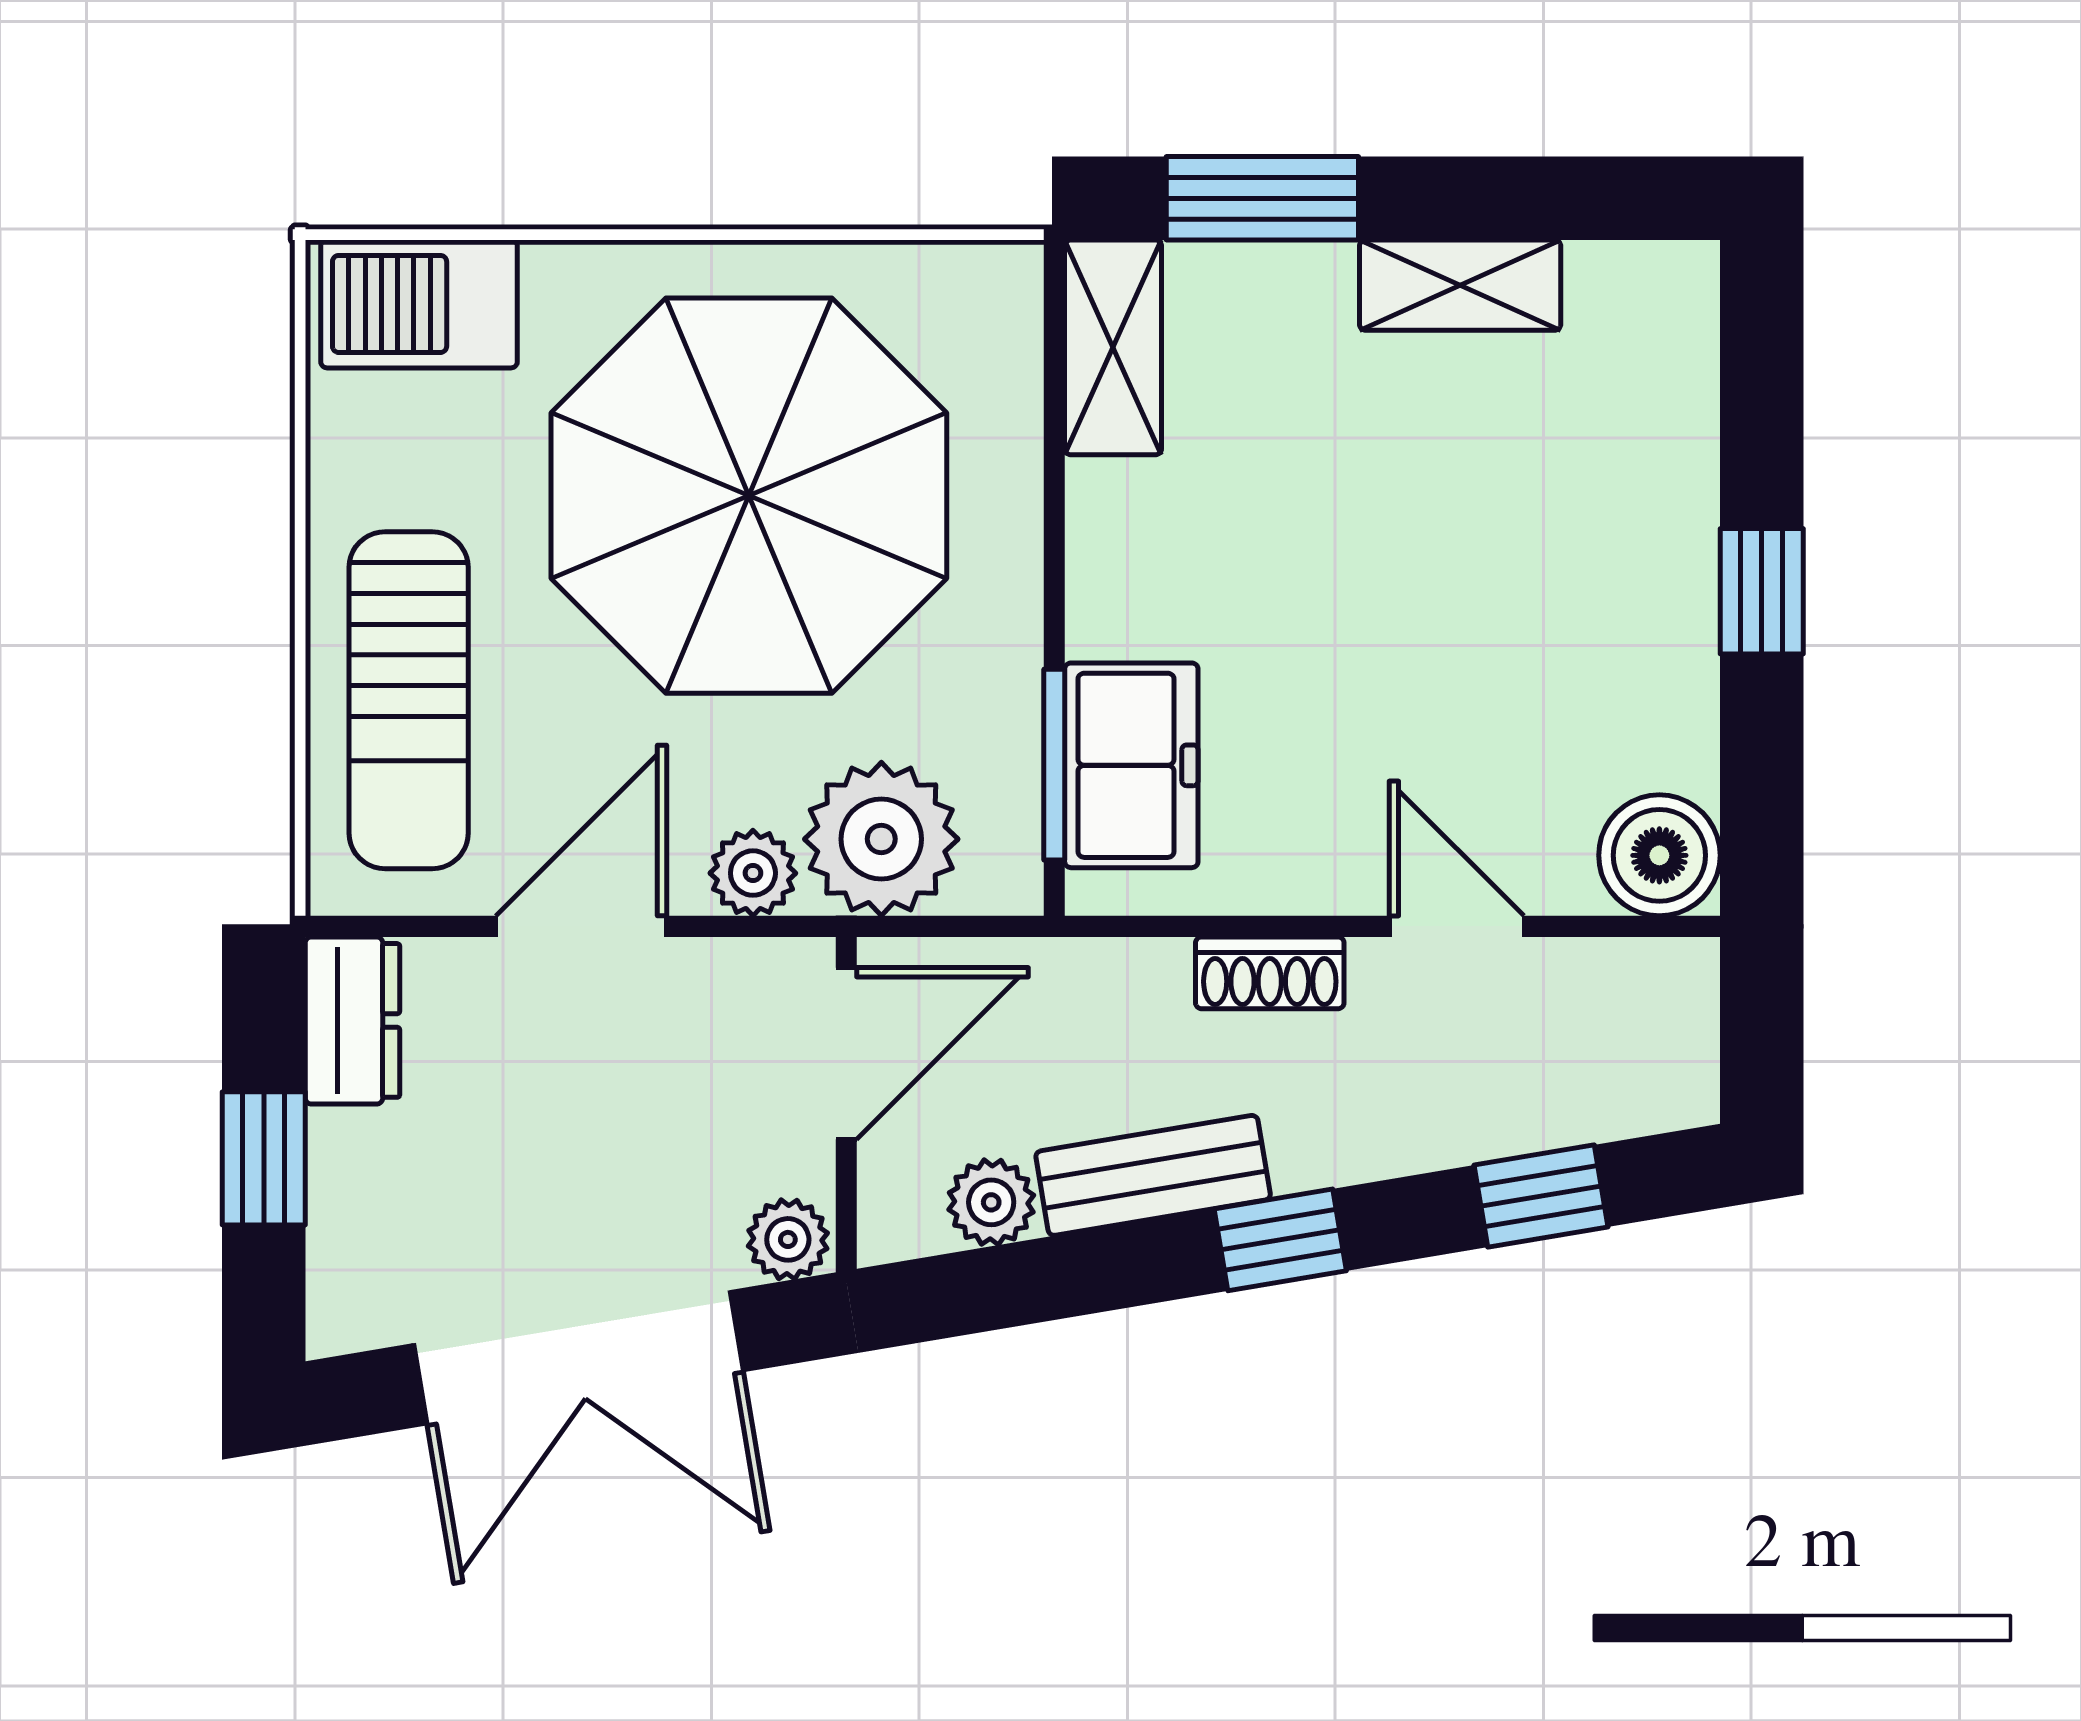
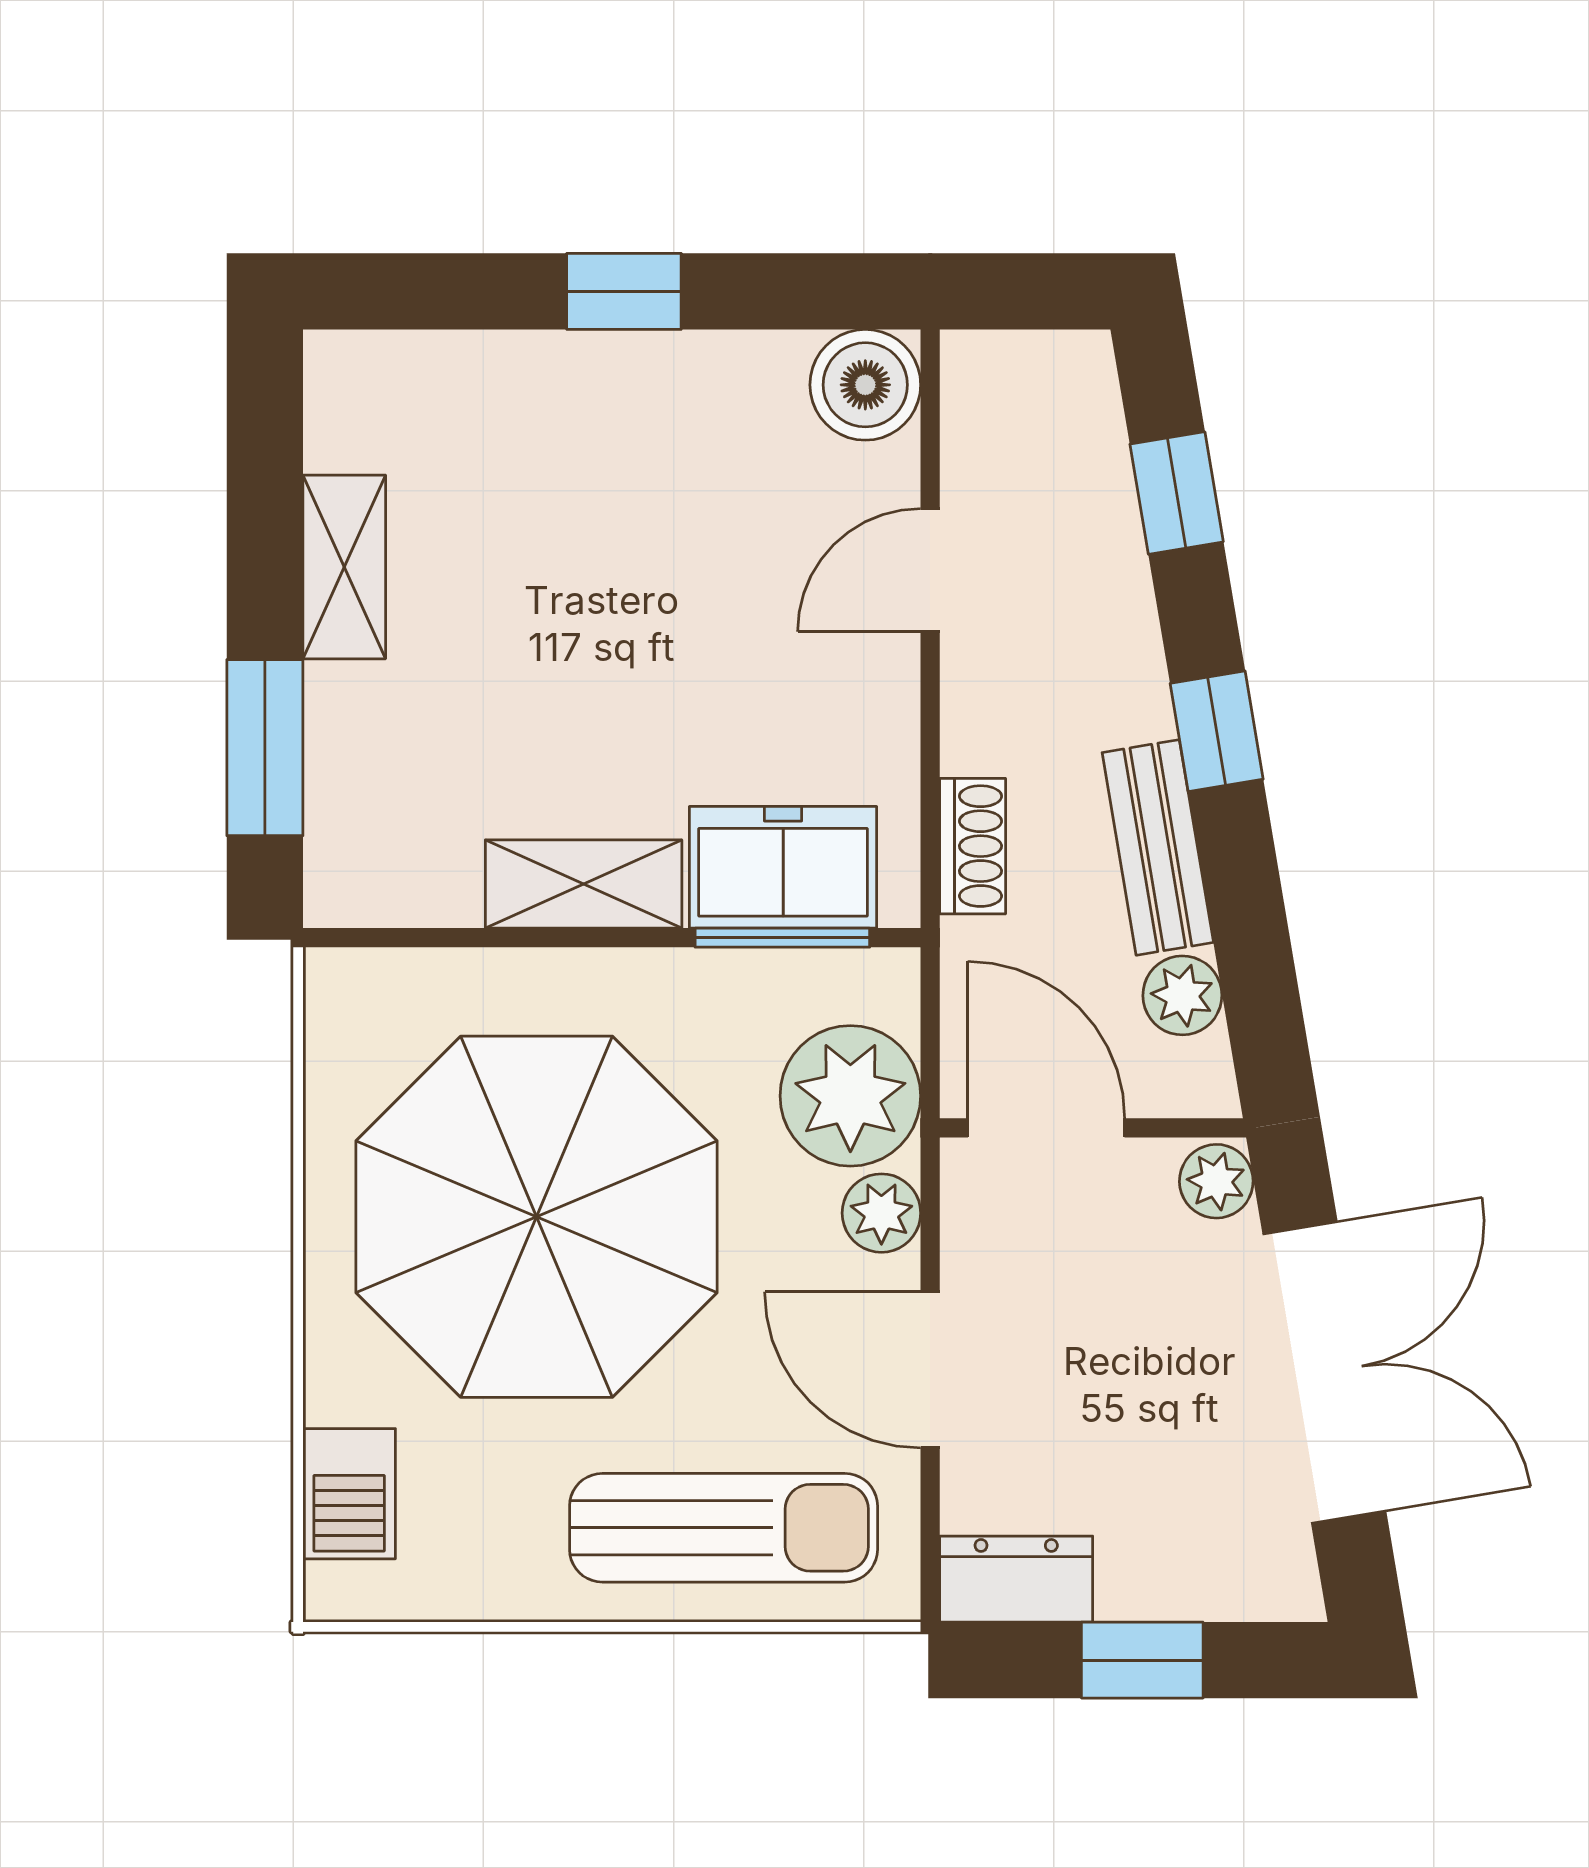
barbecue: (419, 304) -> (349, 1494), width x0.73, depth x0.79
shelving: (1113, 347) -> (584, 884), moved
shoe rack: (1270, 973) -> (973, 846), moved

